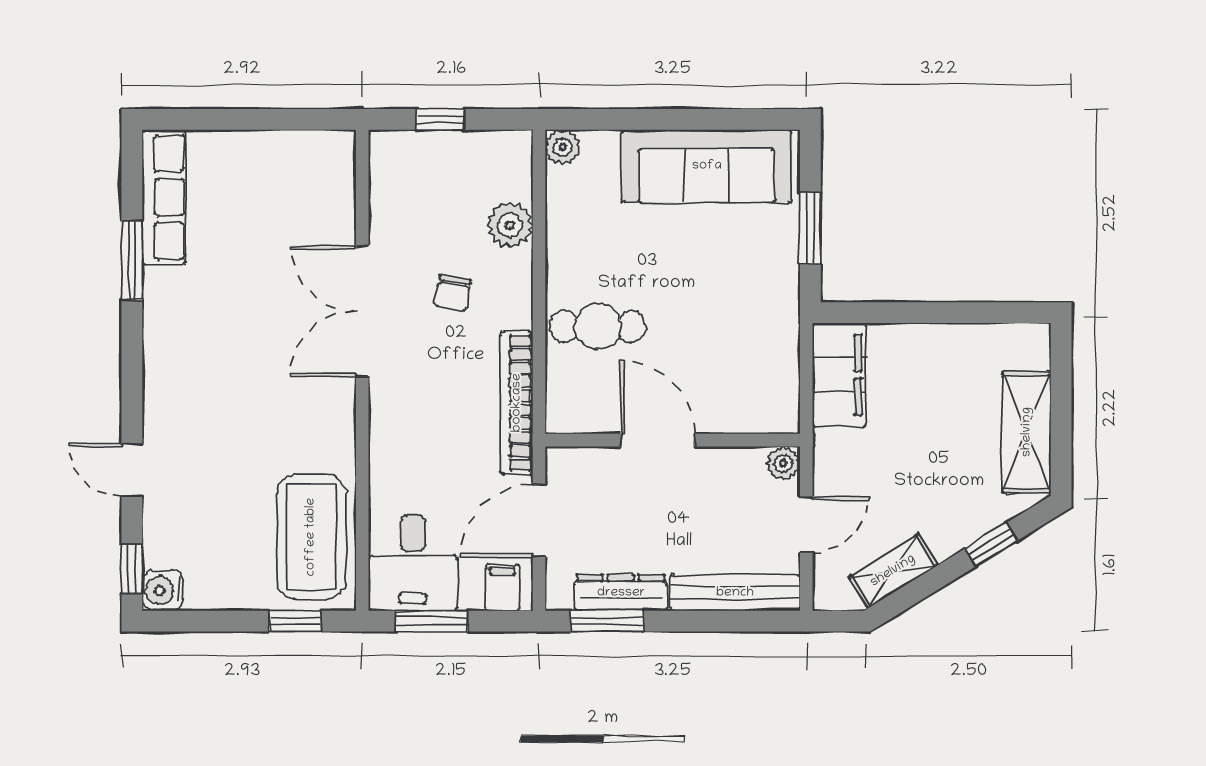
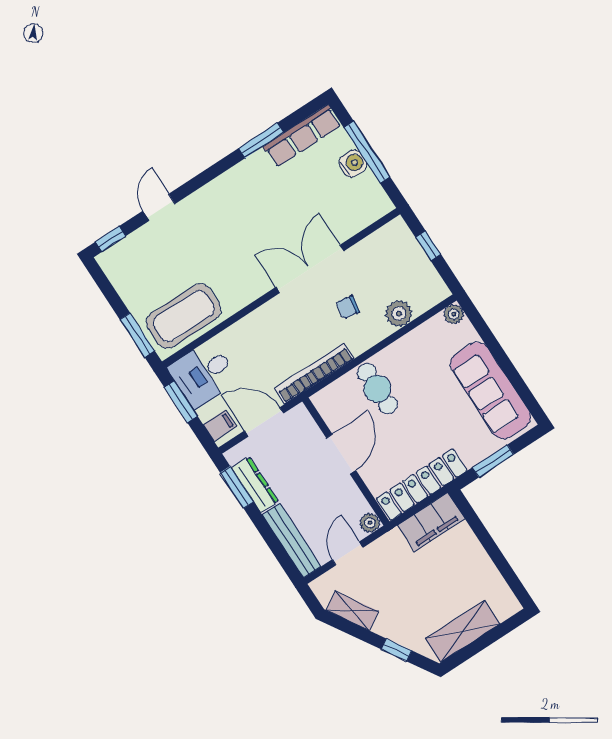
window: (248, 119) -> (367, 152), added
locker: (777, 353) -> (422, 485), added
door: (806, 524) -> (348, 553), swing flipped
water cooler: (163, 590) -> (353, 164), moved, turned 90
window: (295, 621) -> (137, 335), width x1.50

